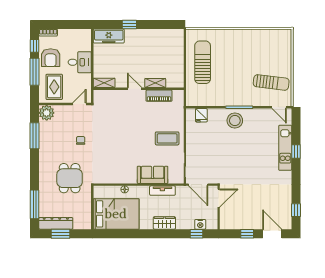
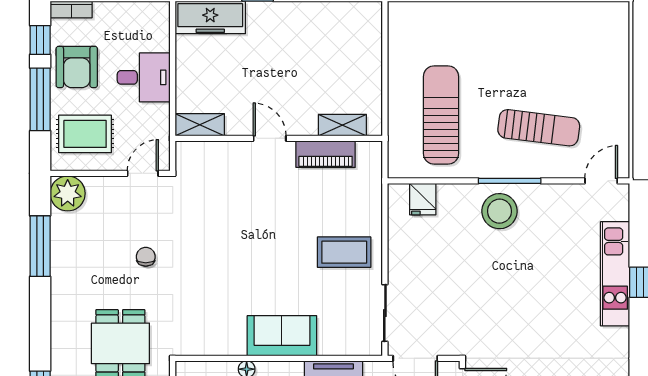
sun lounger: (203, 62) -> (441, 115), moved
sun lounger: (271, 82) -> (539, 128), moved
shelving: (155, 83) -> (342, 125), moved
rug: (54, 87) -> (85, 134), turned 90
door: (279, 107) -> (601, 181), swing flipped
sofa: (153, 175) -> (282, 336), moved

